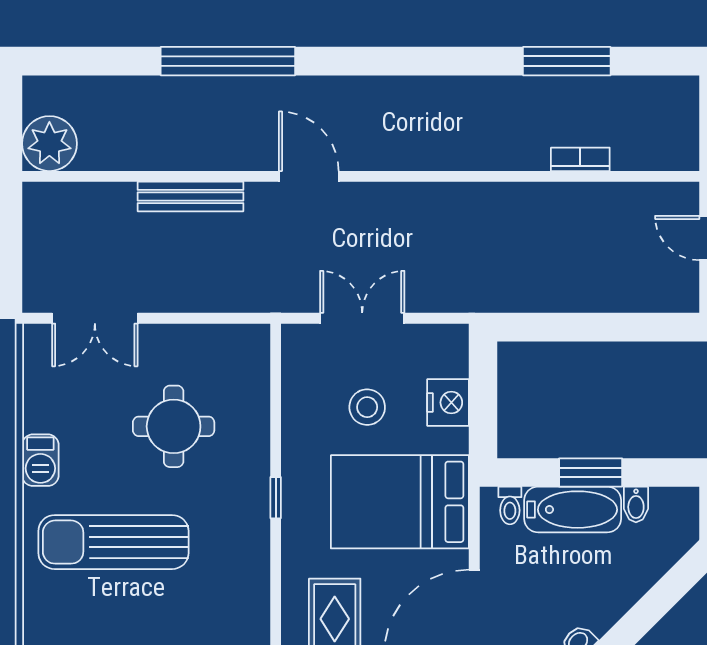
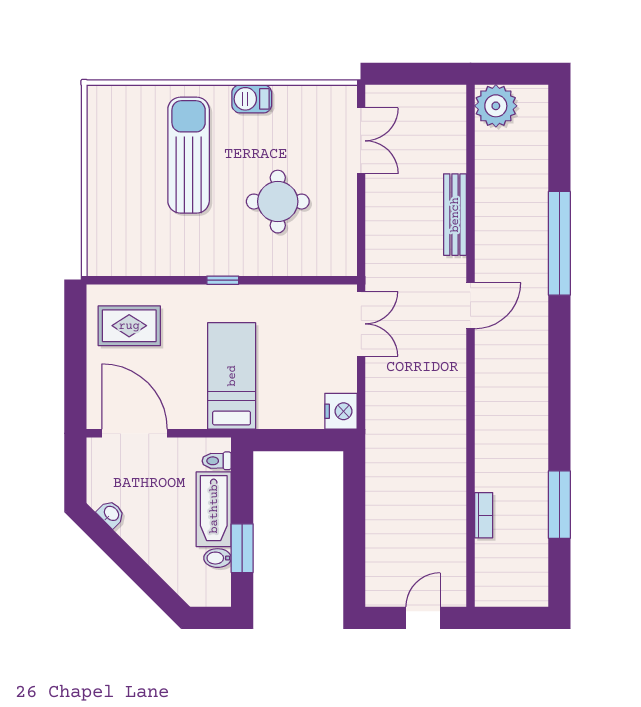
double door: (95, 318) -> (361, 141), swing flipped
double door: (362, 318) -> (361, 324), moved
nightstand: (448, 402) -> (341, 411), moved, turned -90
stool: (367, 407) -> (293, 351), removed
window: (591, 473) -> (242, 548), moved
bed: (400, 502) -> (232, 376), width x0.67

